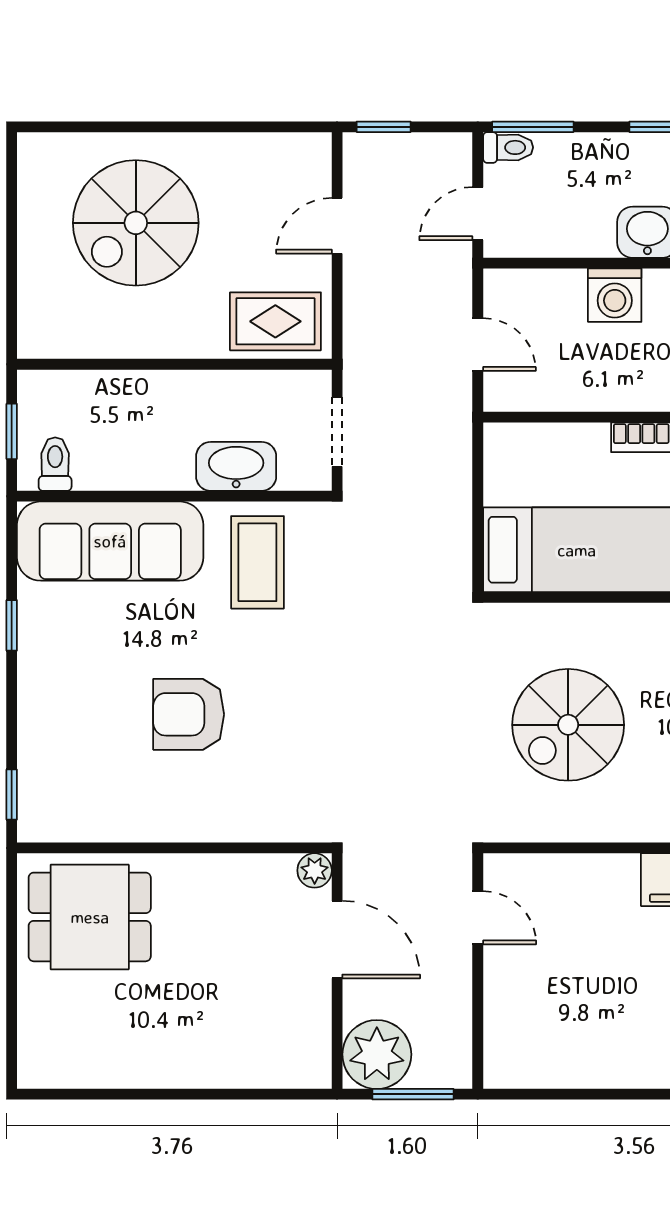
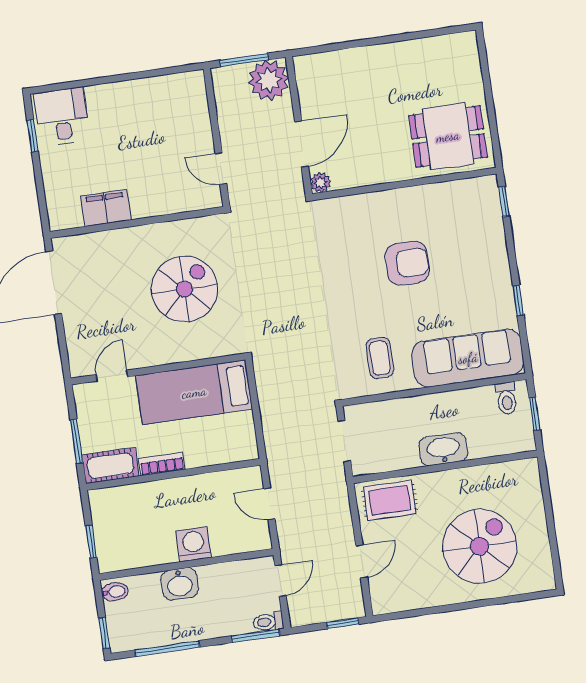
washbasin: (236, 466) -> (443, 449), moved, turned 180
coffee table: (257, 562) -> (380, 358), width x0.73, depth x0.77
door: (337, 940) -> (302, 144), swing flipped

